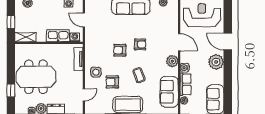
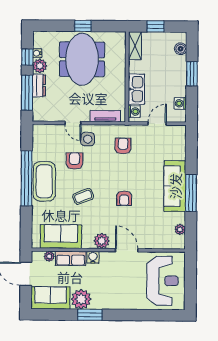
door: (179, 42) -> (127, 250), swing flipped
door: (228, 42) -> (127, 315), removed
armchair: (120, 50) -> (123, 146), moved
plant: (216, 62) -> (81, 299), moved
window: (228, 70) -> (90, 315), added
window: (11, 90) -> (83, 26), moved
door: (84, 95) -> (73, 123), moved

